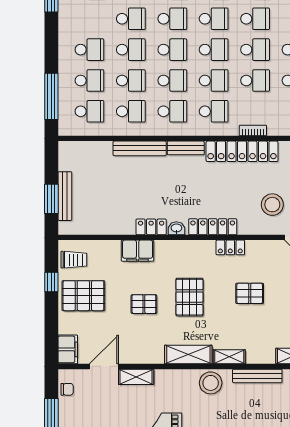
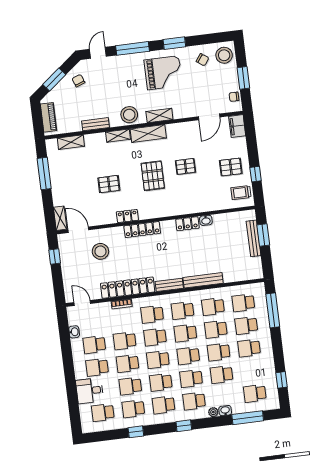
washbasin: (176, 228) -> (206, 220), moved
filing cabinet: (138, 251) -> (195, 205), removed
pallet: (83, 296) -> (231, 167), width x0.67, depth x0.71
bench: (257, 376) -> (96, 124), width x0.73
shelving: (136, 377) -> (159, 115), moved

